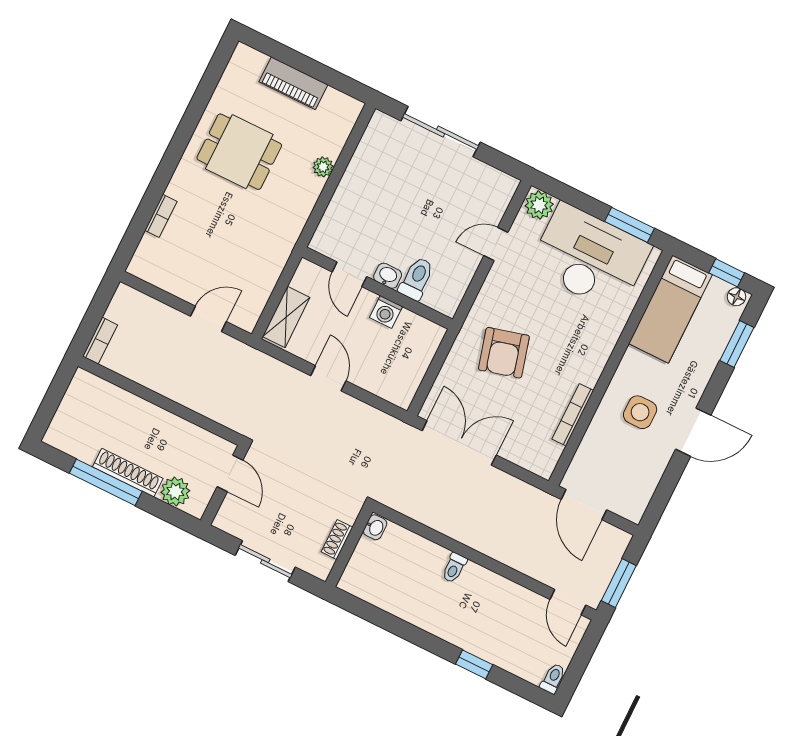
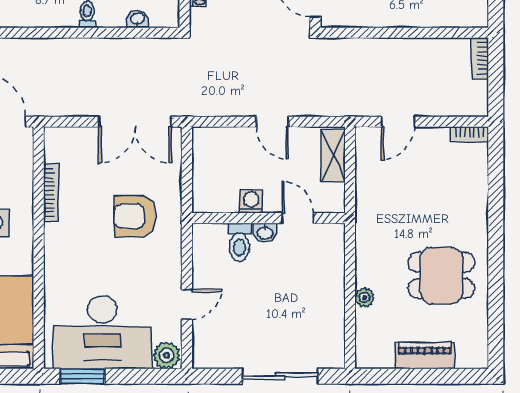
bookcase: (161, 216) -> (469, 134), moved, turned -90
armchair: (504, 353) -> (135, 216), turned -75
washbasin: (375, 527) -> (138, 19), moved, turned 90

